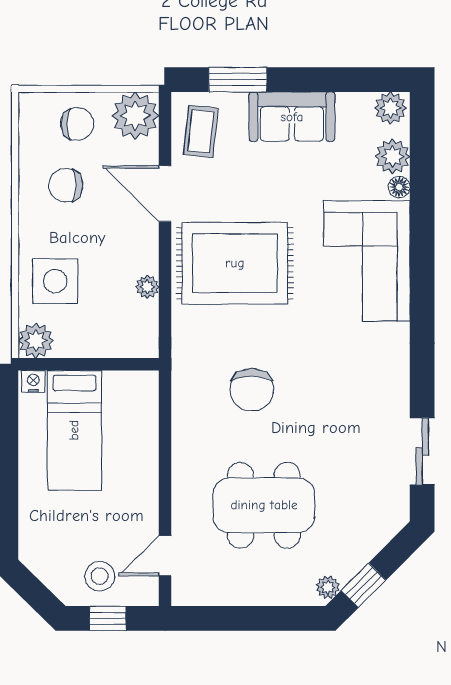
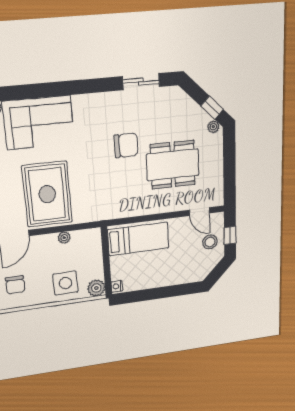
chair: (252, 390) -> (126, 145), moved
bed: (74, 430) -> (138, 239), moved
dining table: (264, 505) -> (173, 165), turned 90

